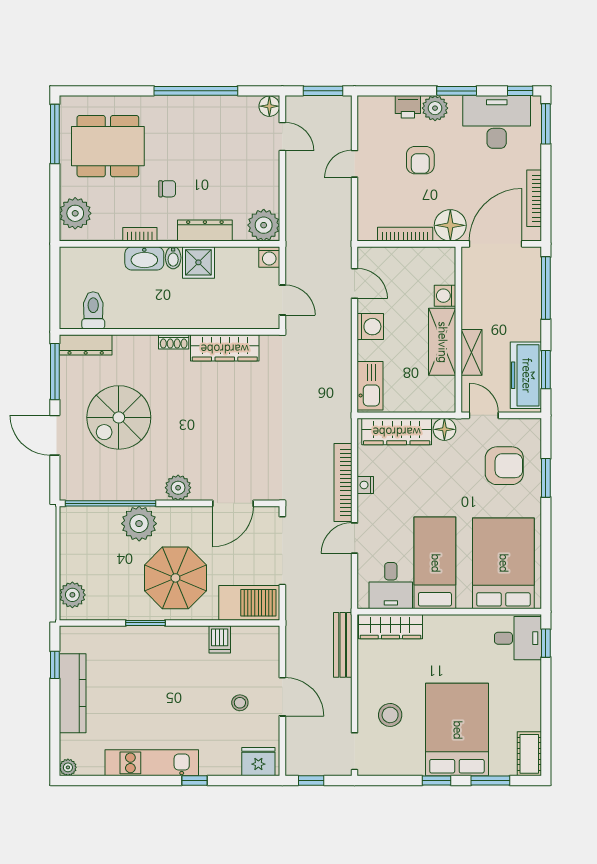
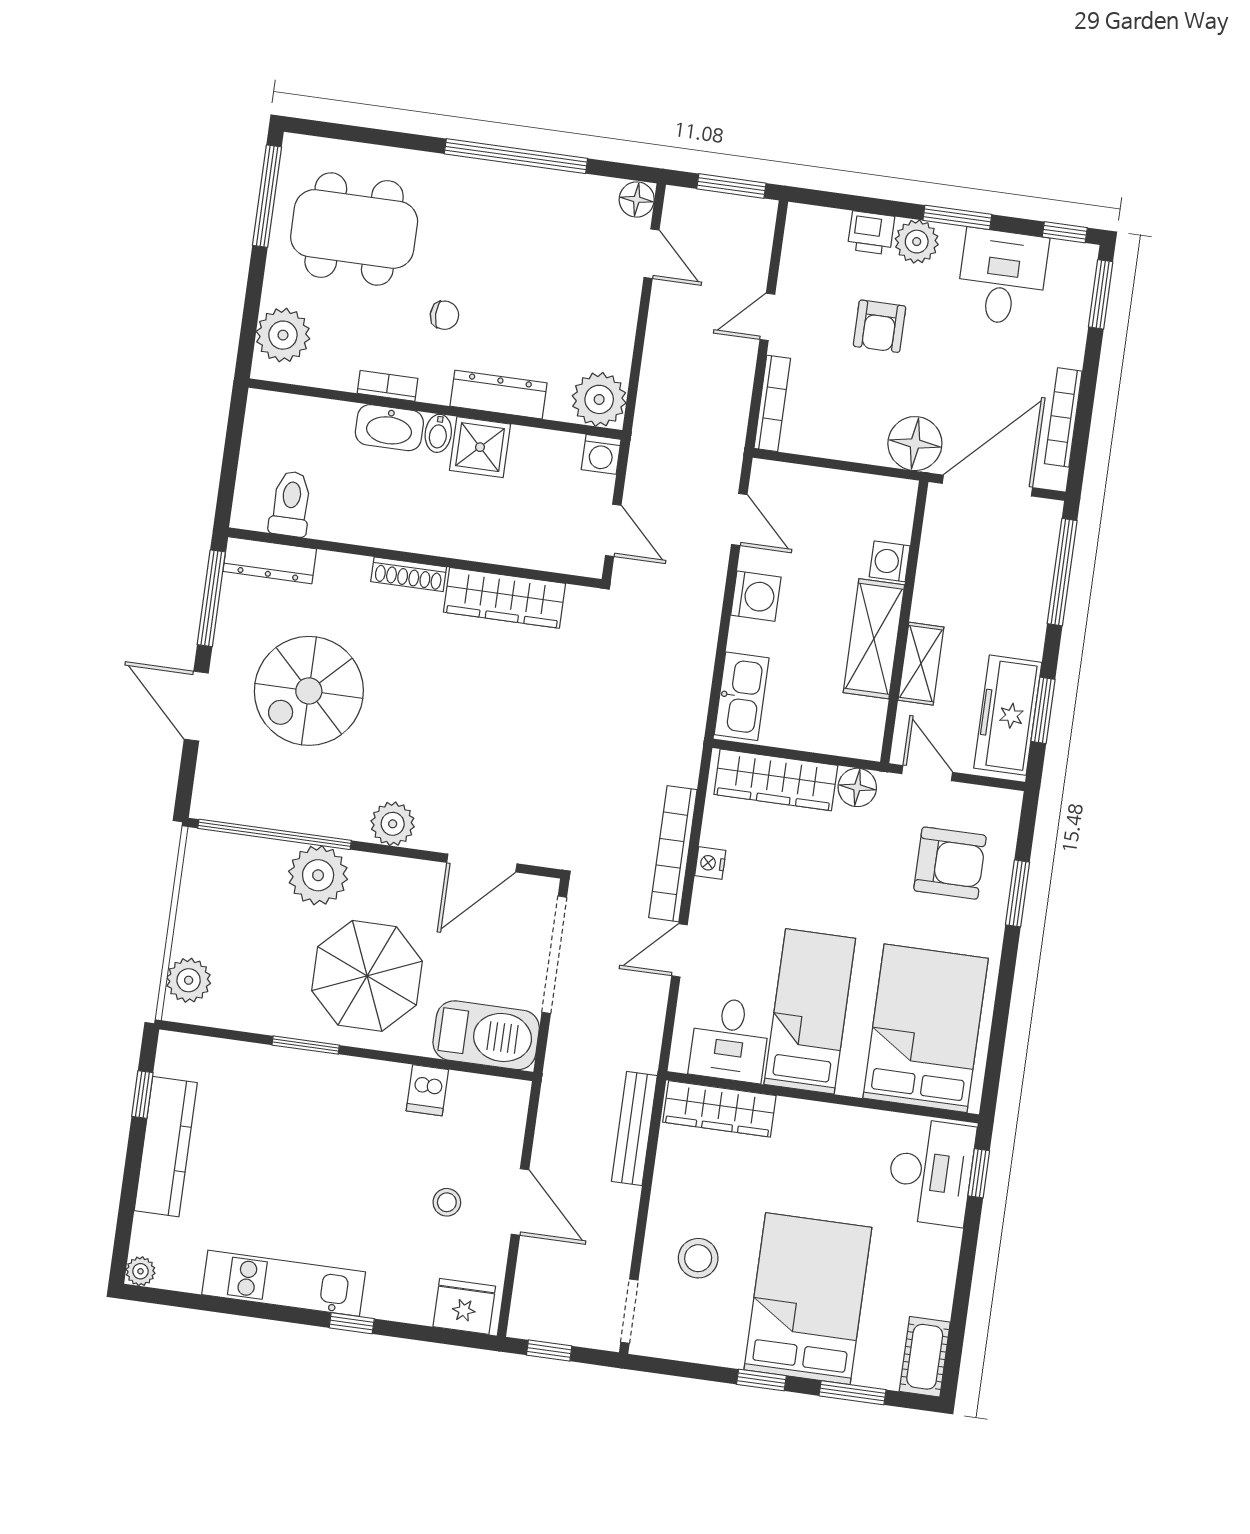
desk: (497, 122) -> (1002, 277), width x0.73
bookcase: (405, 234) -> (772, 403), moved, turned 90
shoe rack: (174, 342) -> (409, 574), width x1.43
desk: (518, 638) -> (931, 1172), width x1.37

